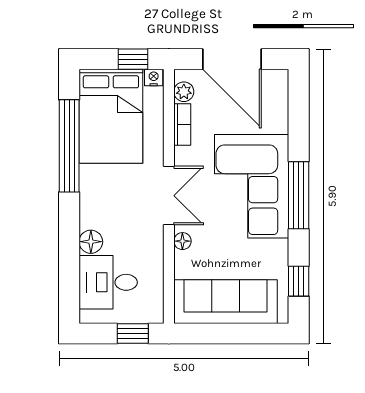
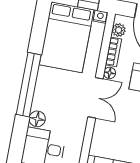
window: (69, 146) -> (29, 85), moved
floor lamp: (182, 241) -> (110, 73), moved

